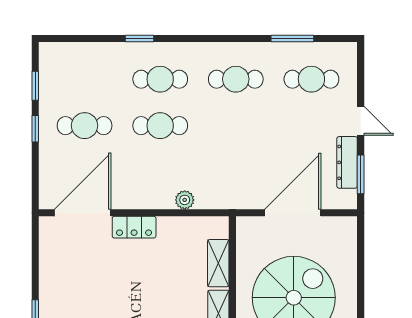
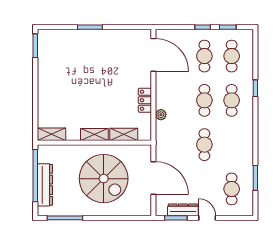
cafe table: (85, 79) -> (232, 56), added
cafe table: (236, 79) -> (204, 145), moved
door: (361, 121) -> (207, 218), swing flipped
locker: (134, 227) -> (145, 100), moved

